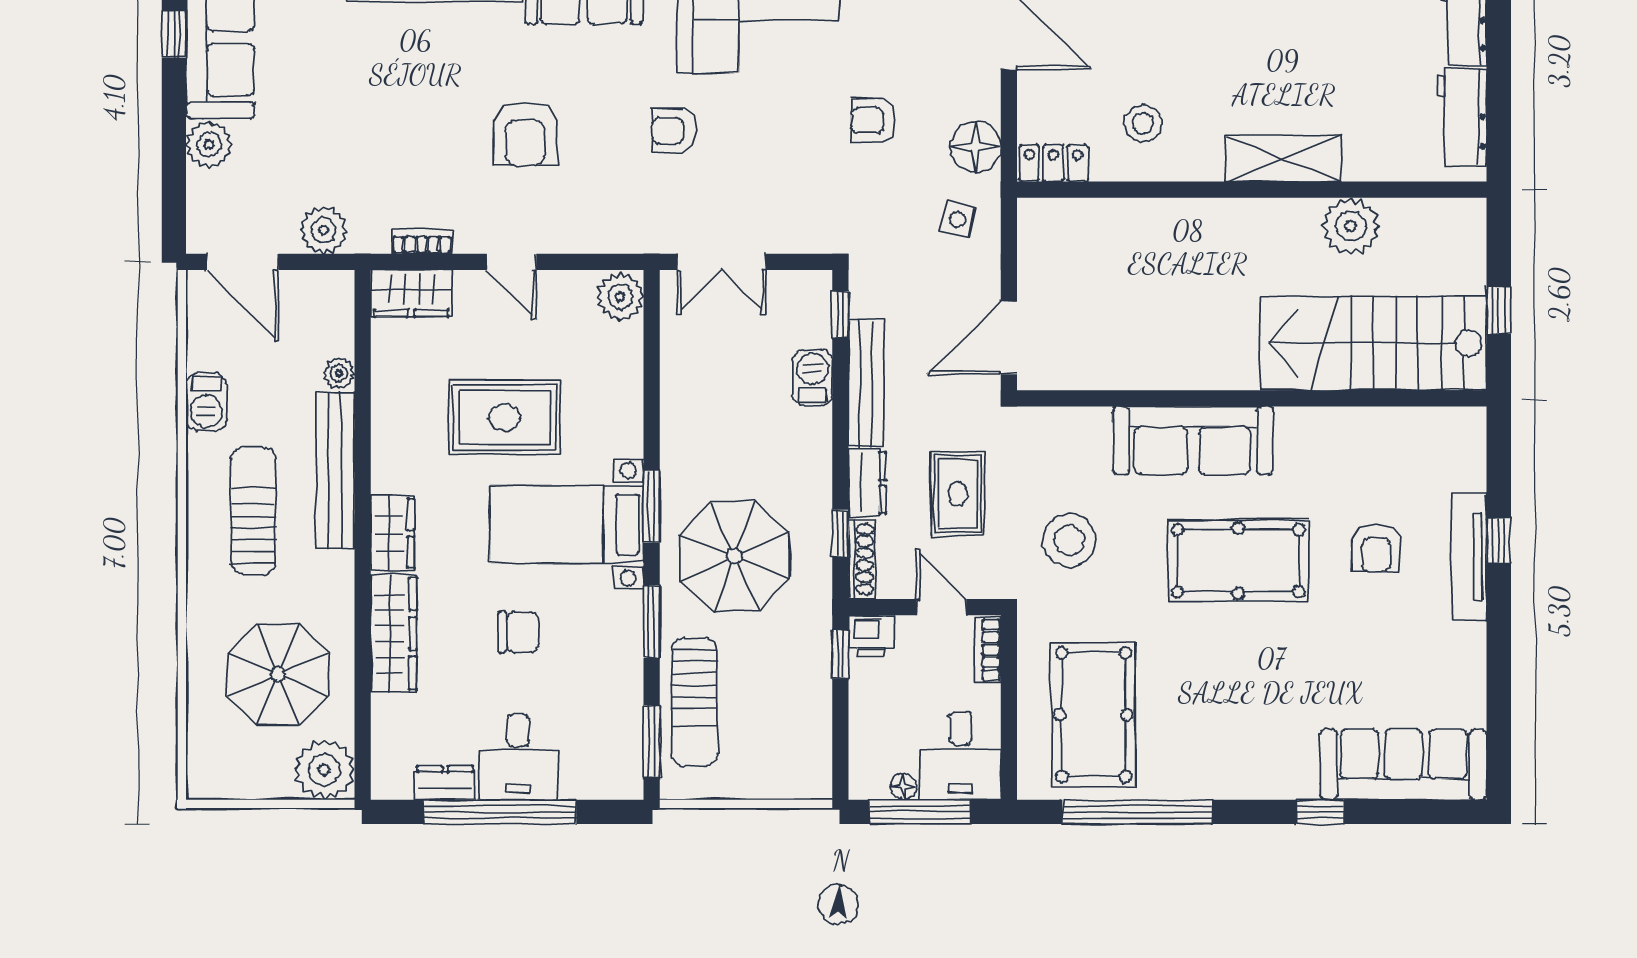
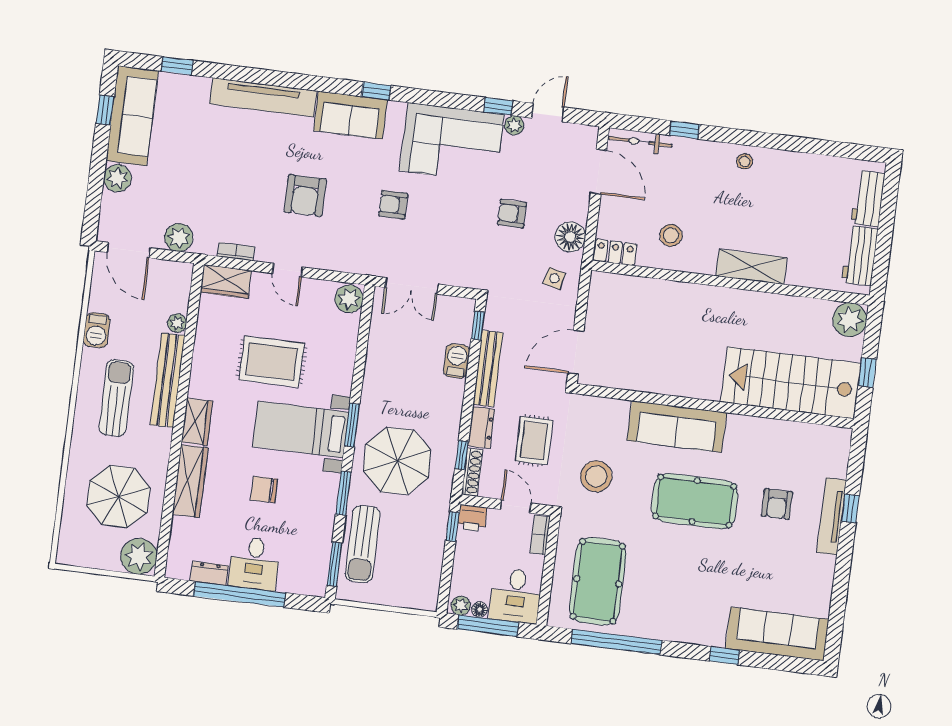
plant: (1351, 226) -> (850, 320), moved
chair: (518, 632) -> (264, 489), turned 180
plant: (871, 784) -> (461, 606), added

